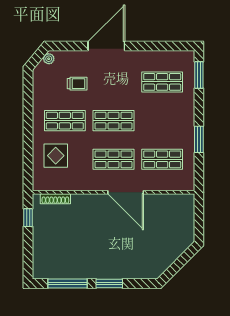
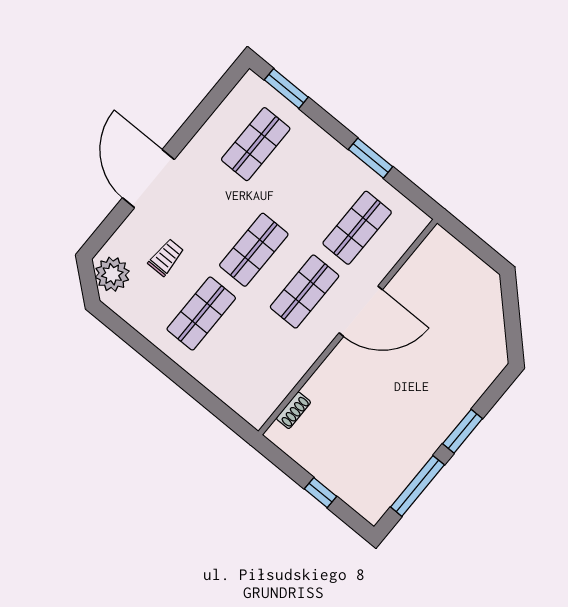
plant: (49, 59) -> (112, 274), width x1.88, depth x1.88
display table: (56, 156) -> (237, 363), removed
shoe rack: (55, 199) -> (293, 410), width x0.70
window: (28, 218) -> (321, 493), moved

